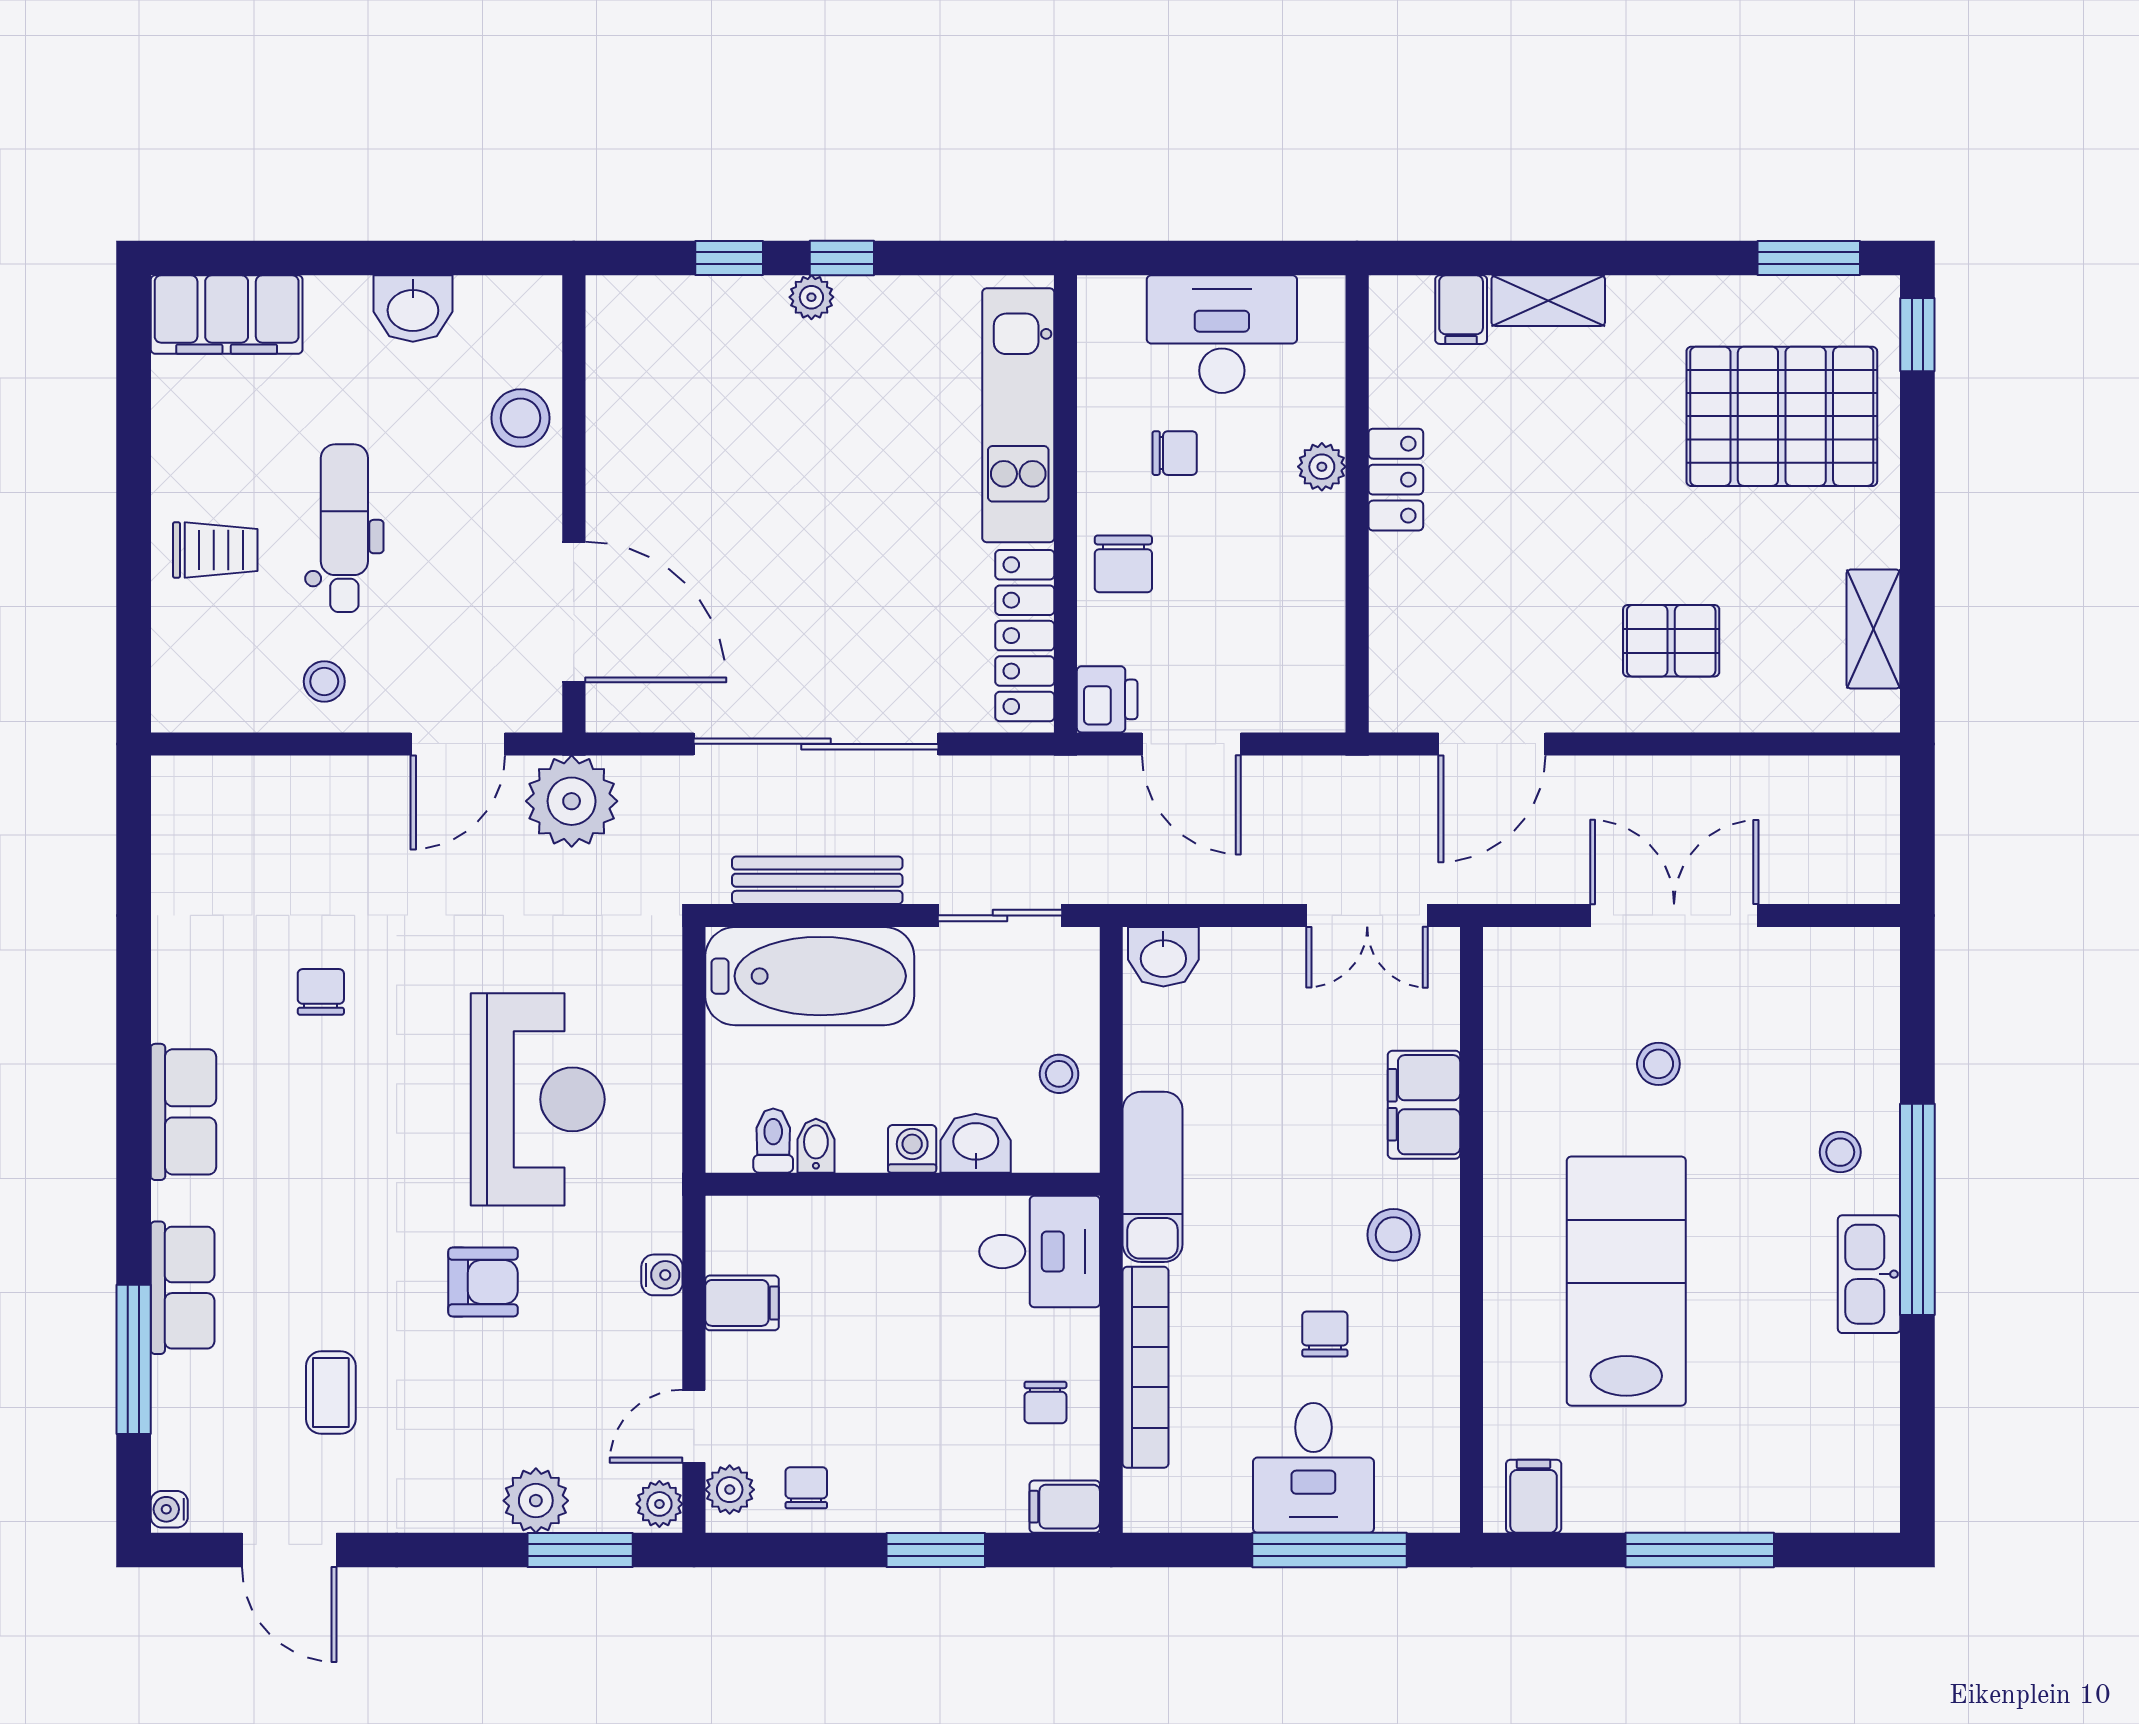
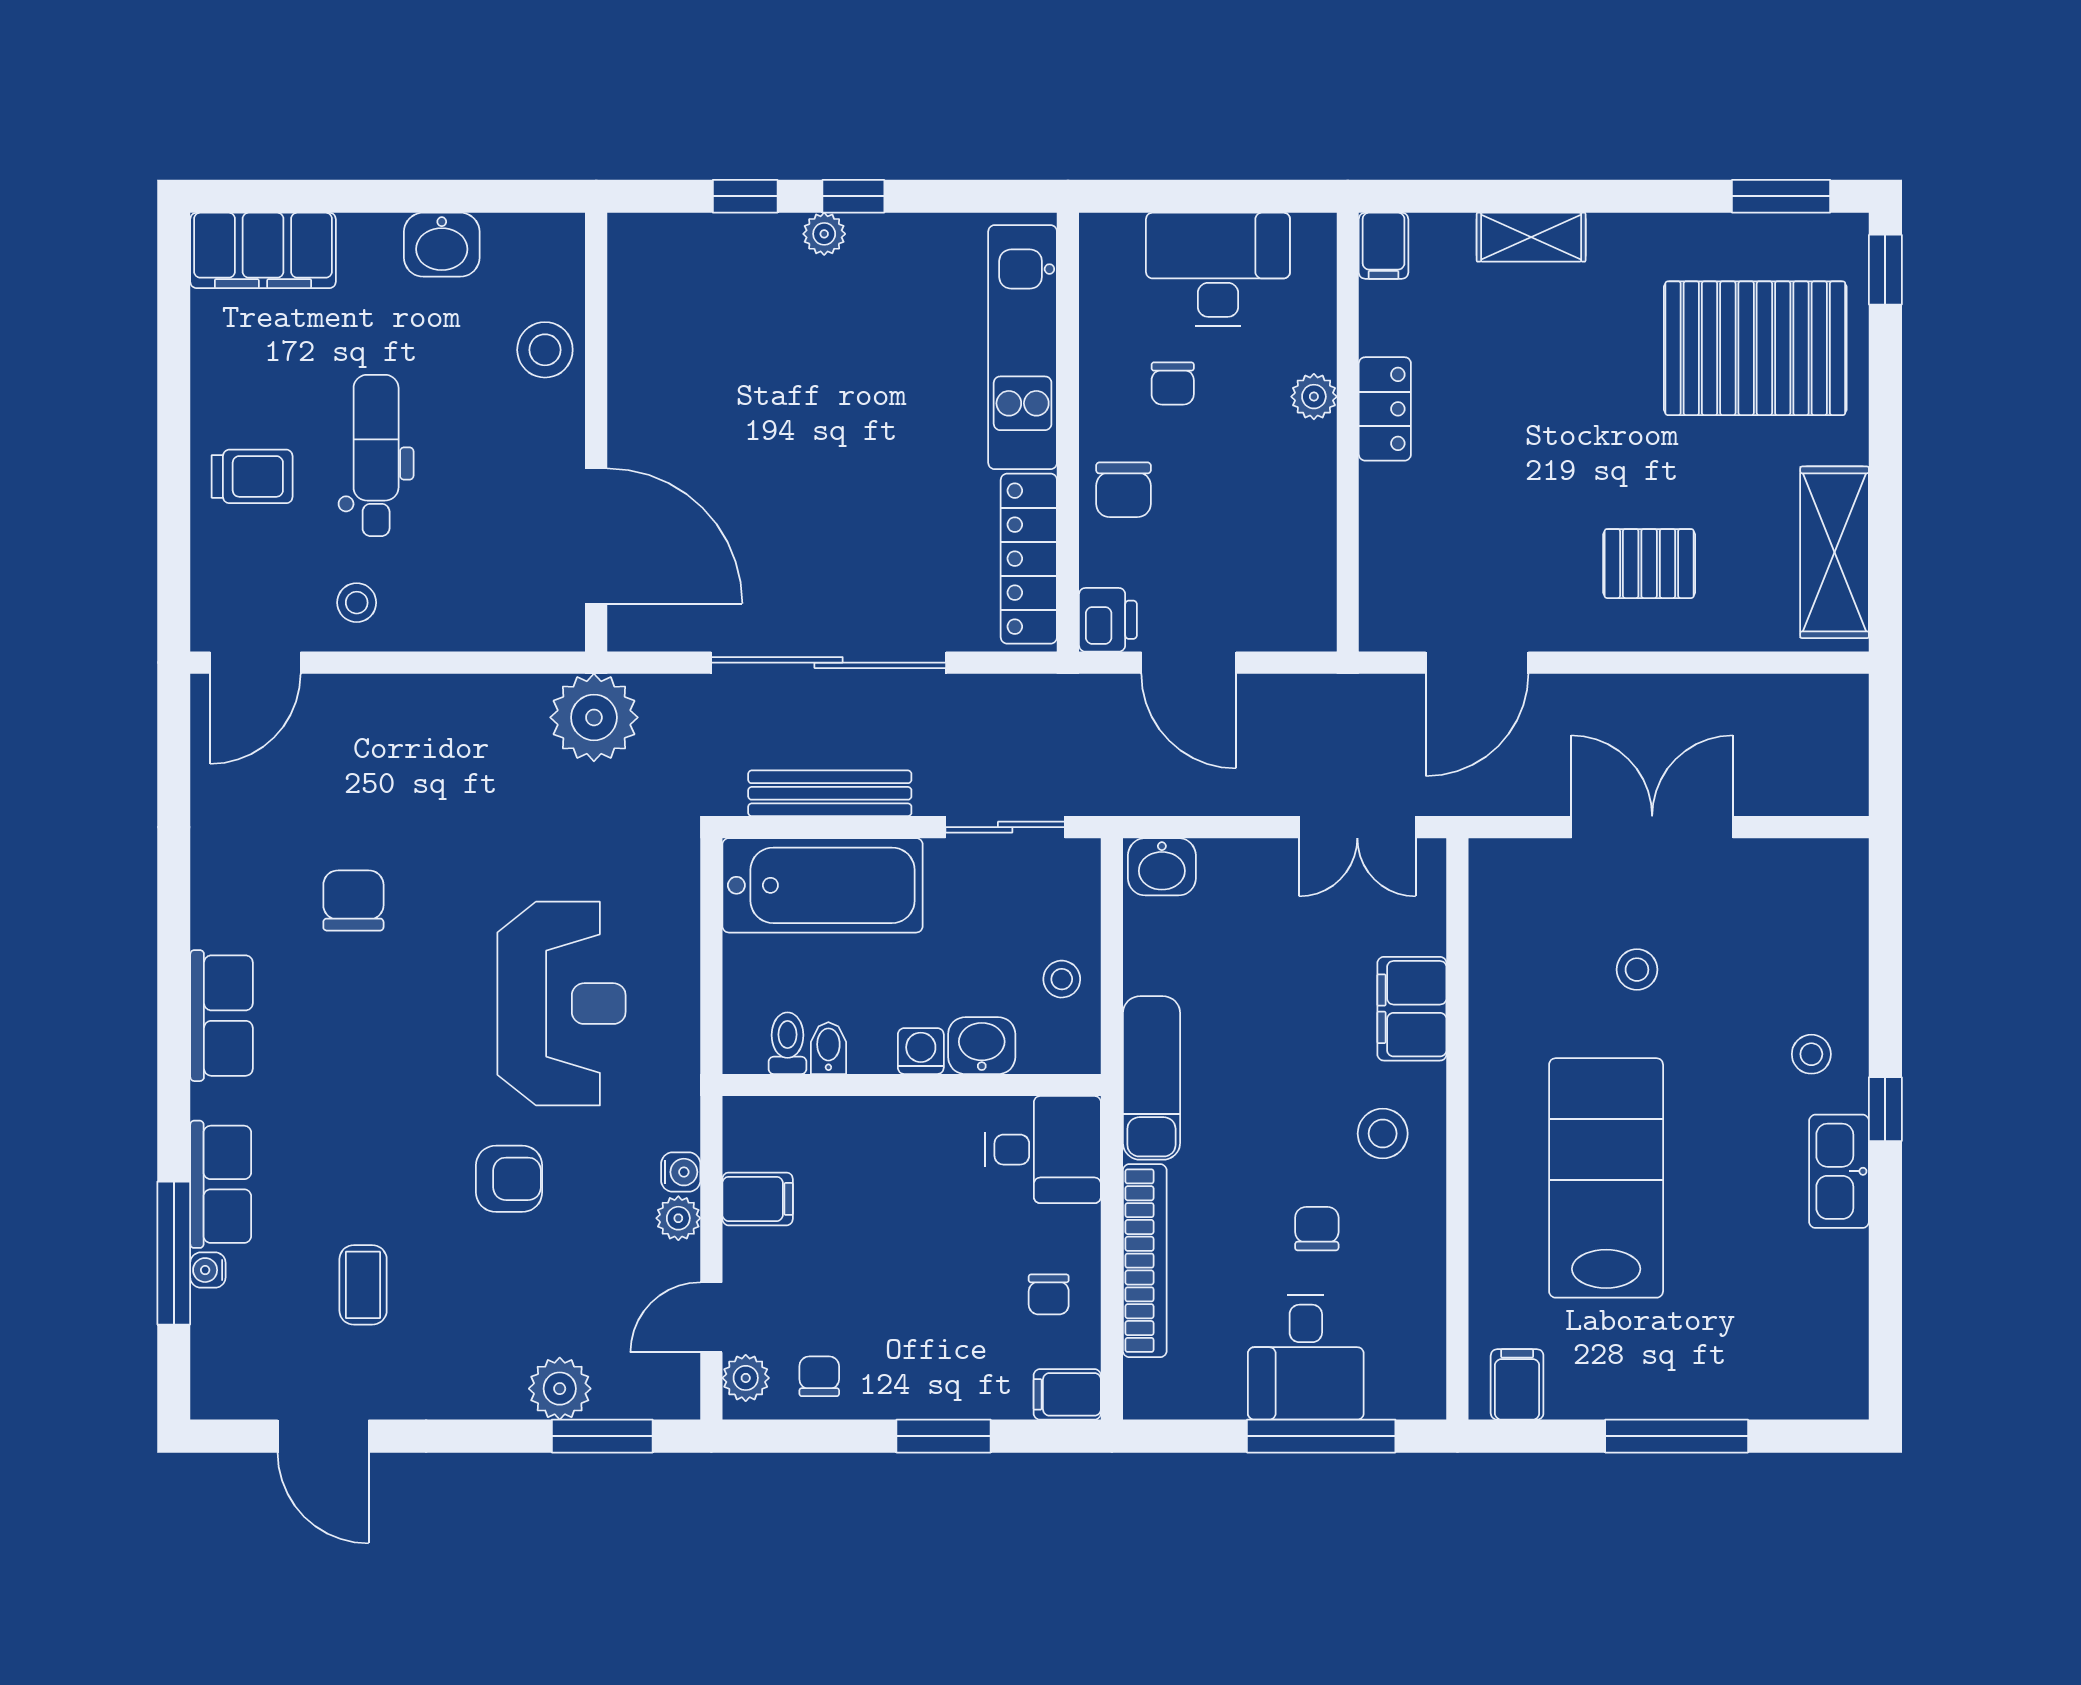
filing cabinet: (1461, 310) -> (1384, 246), moved
chair: (1175, 453) -> (1173, 383), turned 90
shelving: (1873, 629) -> (1835, 552), width x1.50, depth x1.33
door: (458, 744) -> (255, 663), moved
chair: (321, 992) -> (353, 900), width x1.37, depth x1.37
window: (1917, 1209) -> (1885, 1109), width x0.32
plant: (659, 1504) -> (678, 1218), moved
water cooler: (169, 1509) -> (208, 1270), moved

